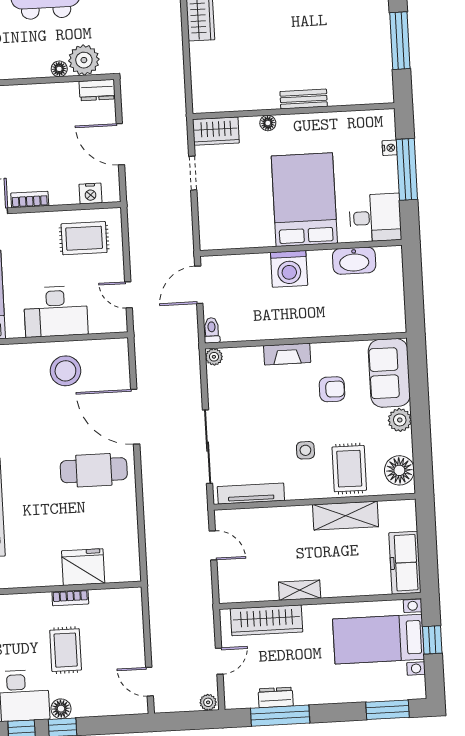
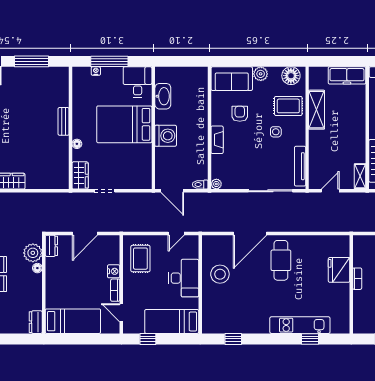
nightstand: (90, 193) -> (114, 271), moved
shelving: (300, 590) -> (360, 176), moved

